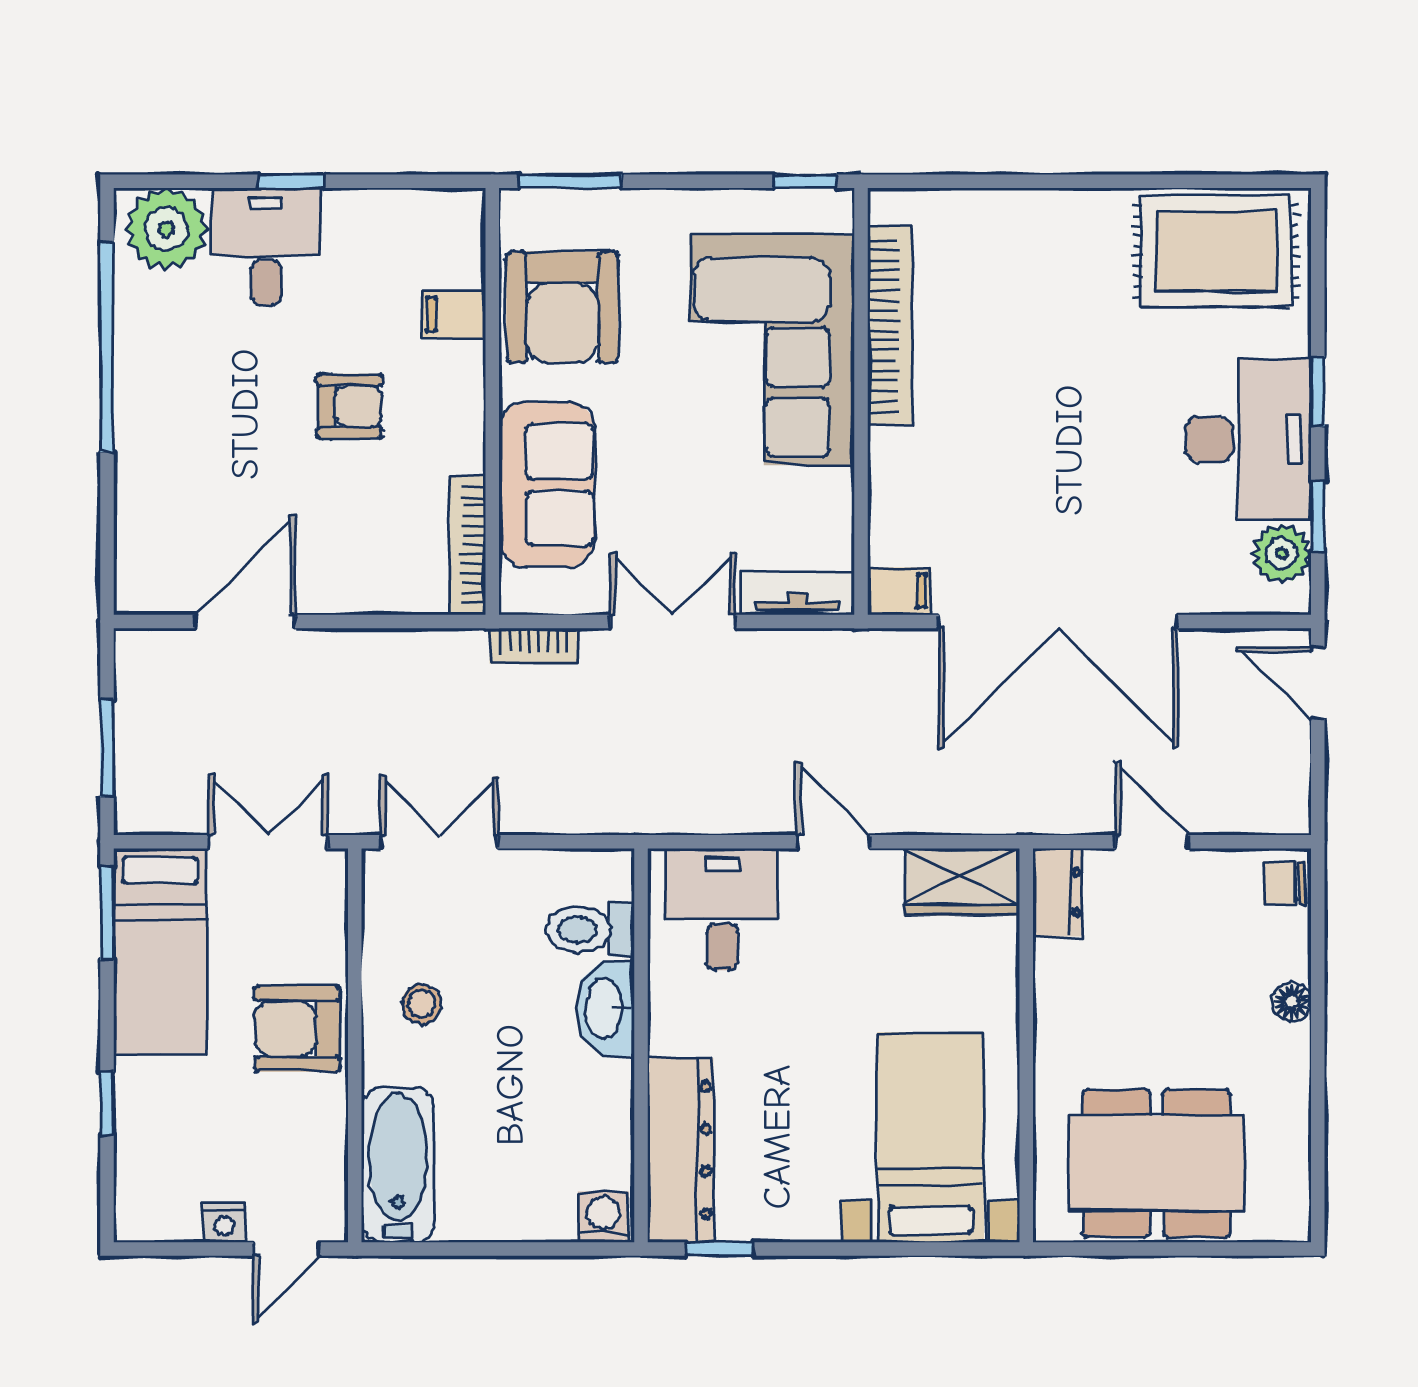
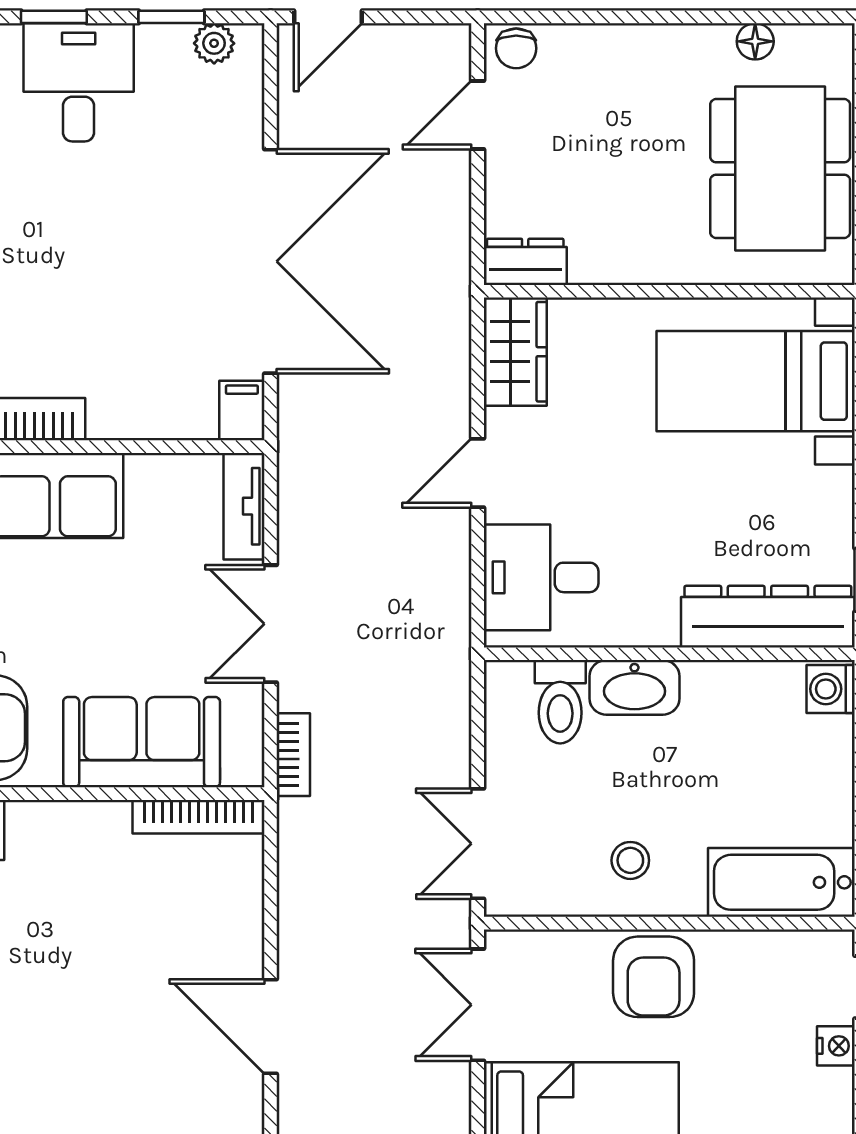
armchair: (350, 406) -> (68, 928), removed
desk: (1248, 439) -> (79, 82), width x0.73
plant: (1282, 554) -> (214, 43), width x0.73, depth x0.73
door: (1152, 842) -> (478, 115), moved
floor lamp: (1292, 1002) -> (755, 41), moved

